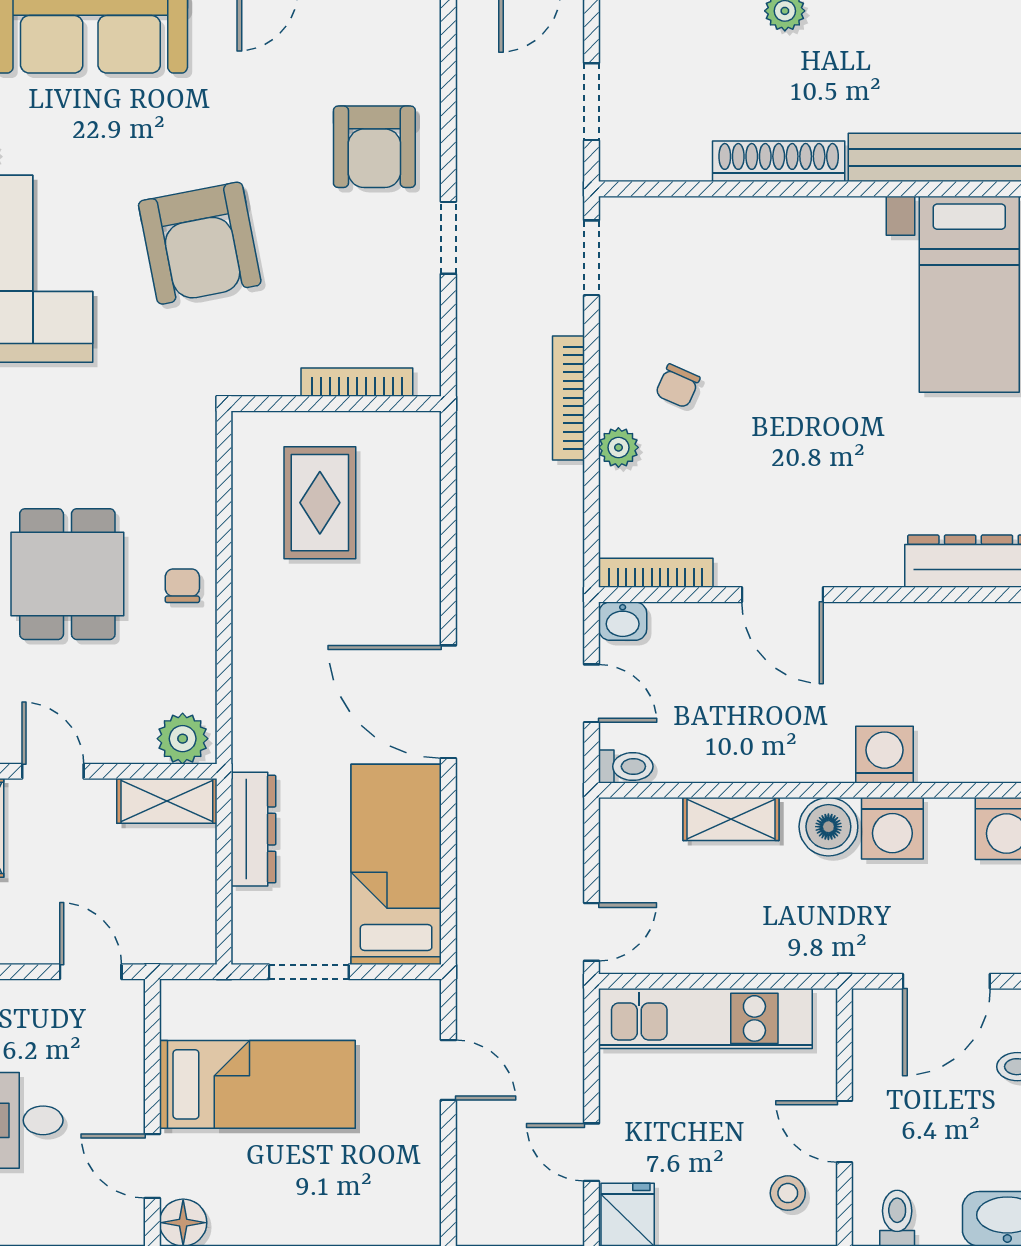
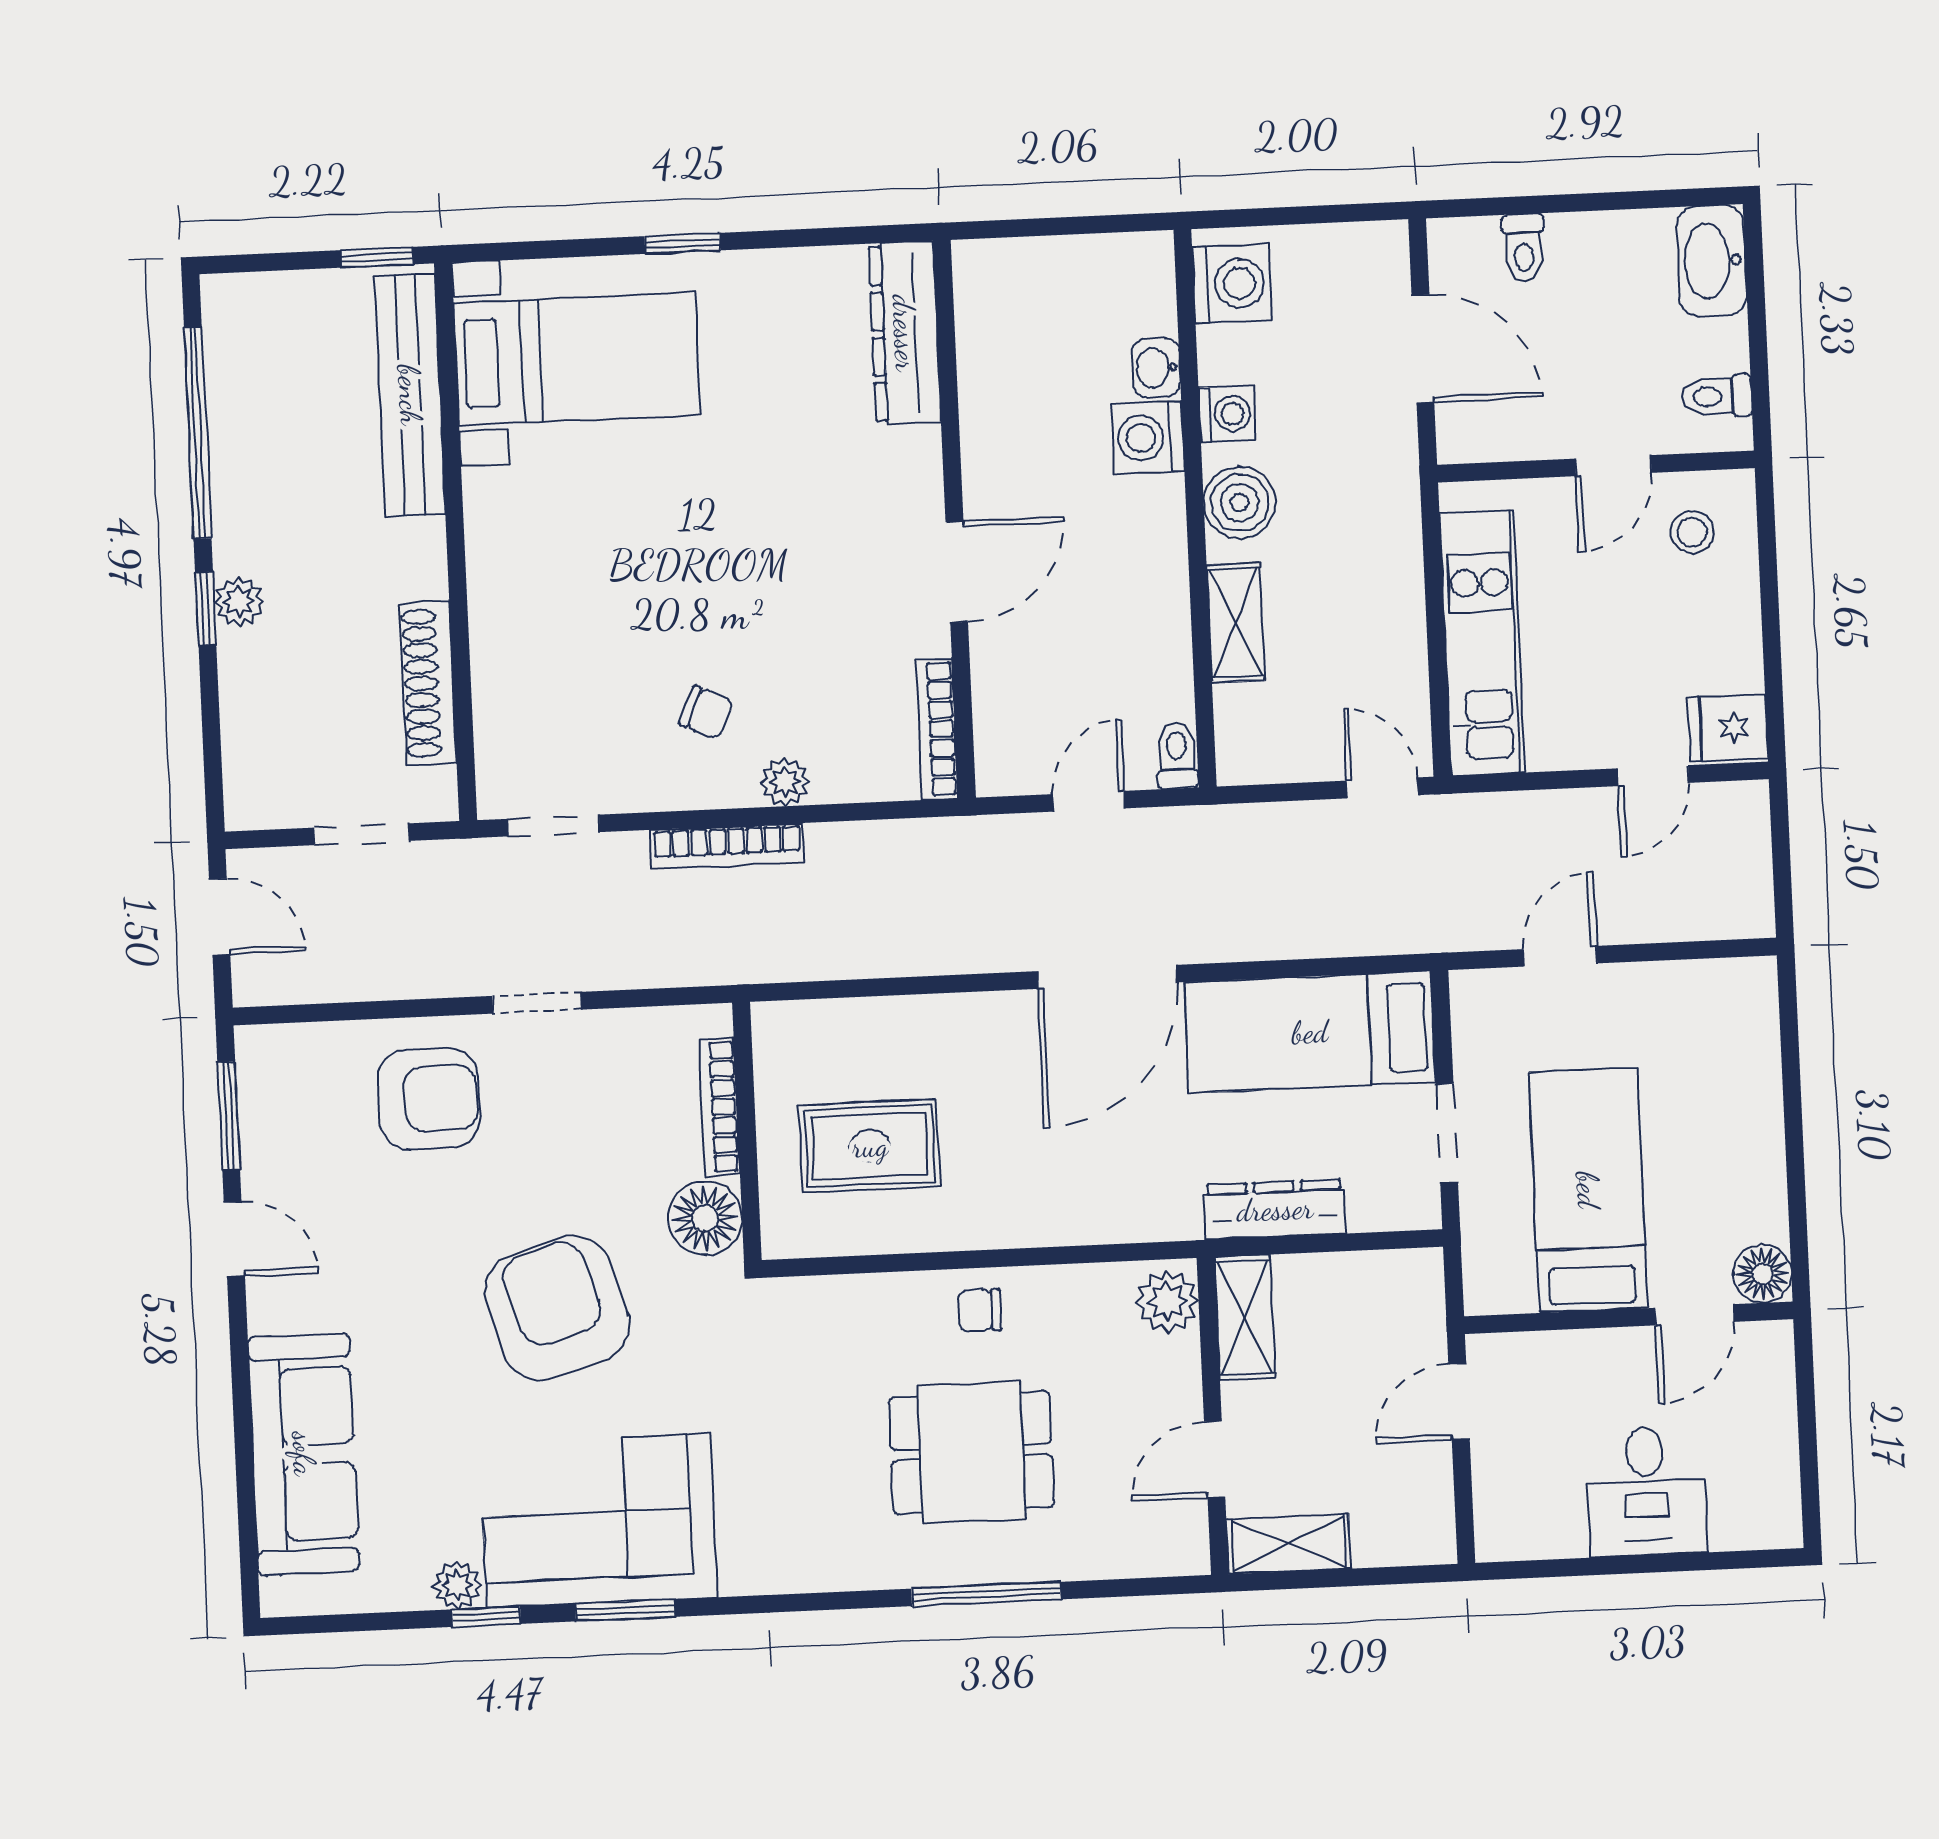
shoe rack: (779, 161) -> (428, 683), moved
armchair: (200, 243) -> (557, 1308), turned -96
floor lamp: (267, 366) -> (705, 1218), added
washbasin: (623, 621) -> (1156, 368), moved, turned 180
washing machine: (892, 828) -> (1227, 414), width x0.73, depth x0.73

